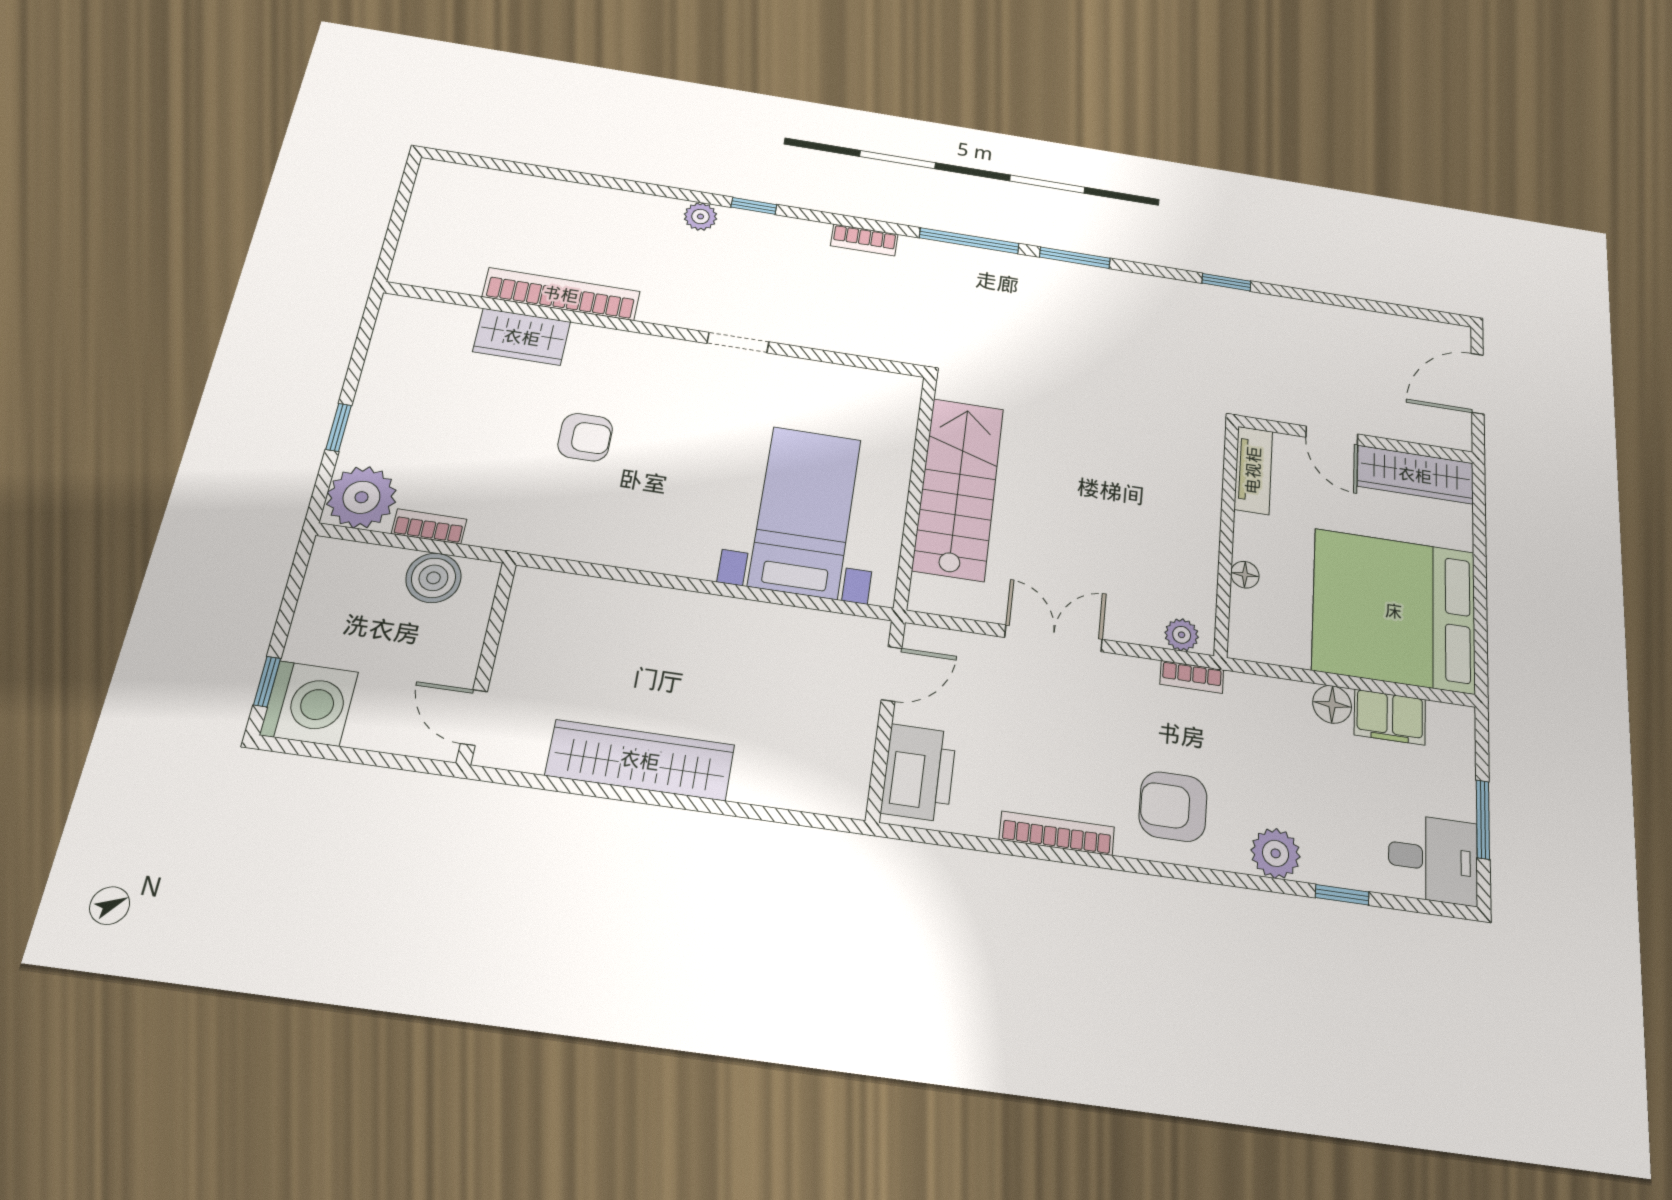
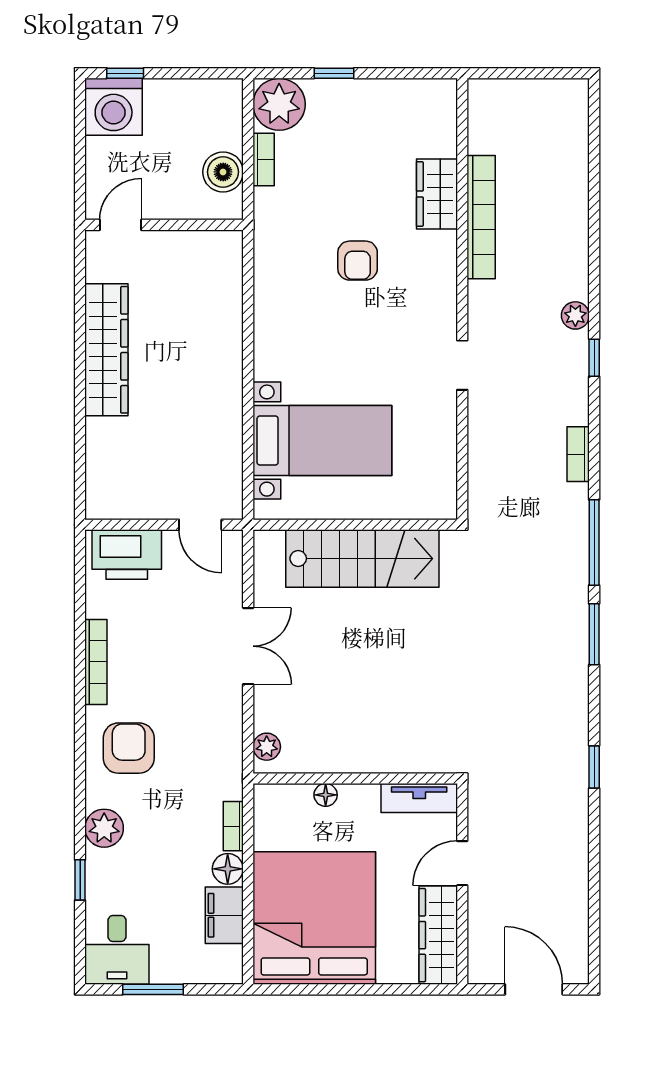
bookcase: (1192, 677) -> (233, 826), moved

